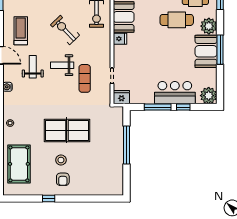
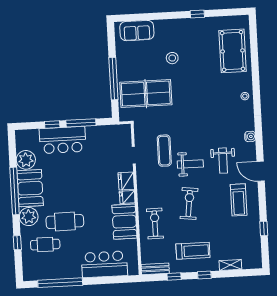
exercise bike: (65, 30) -> (189, 203), turned -129
window: (220, 50) -> (15, 191), width x1.46
plant: (209, 96) -> (26, 160), moved
fridge: (121, 97) -> (126, 181), moved, turned 90
table tennis table: (67, 130) -> (146, 94), moved
stool: (61, 160) -> (172, 58), moved
armchair: (63, 179) -> (183, 36), removed
sofa: (103, 187) -> (137, 31), added

